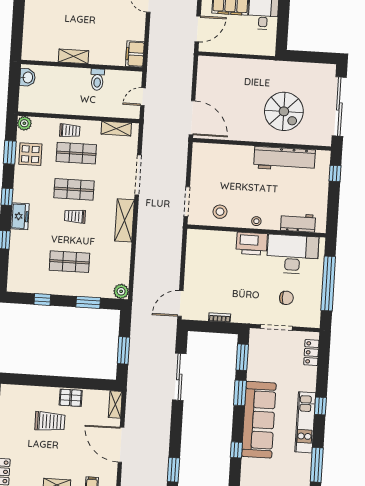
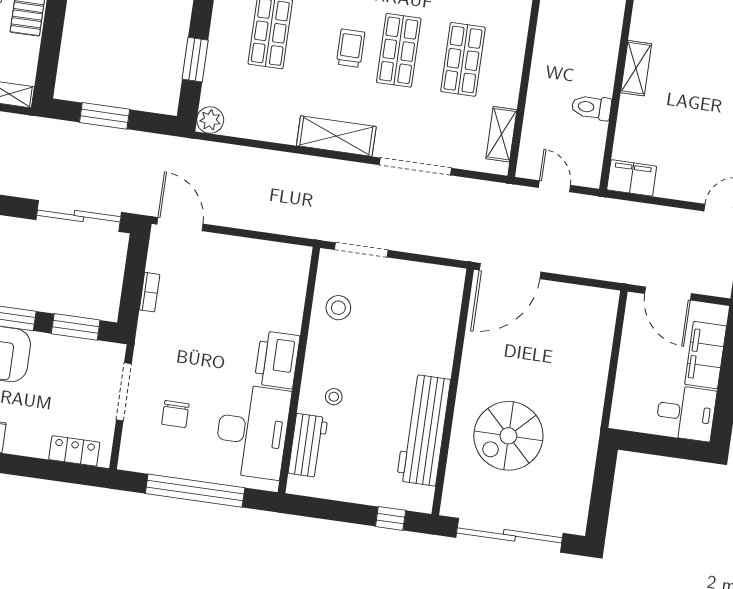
trolley: (70, 131) -> (504, 51), removed
stool: (256, 221) -> (334, 397), moved
sliding door: (179, 377) -> (79, 216), moved

